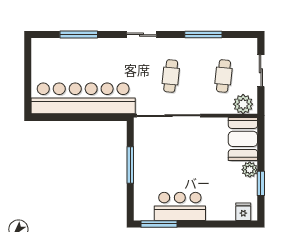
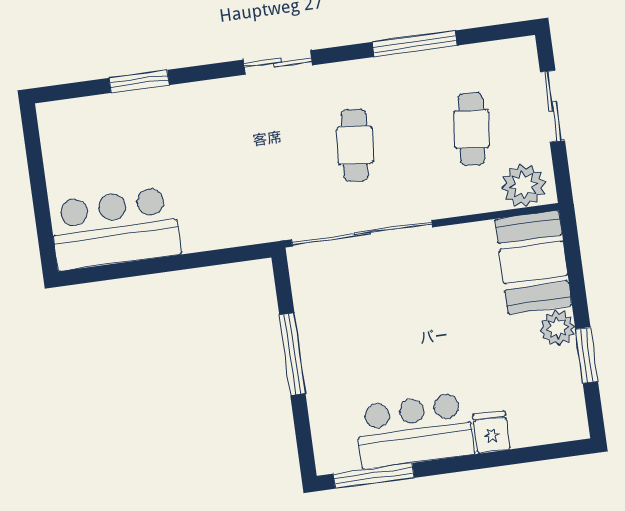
window: (79, 35) -> (139, 81), width x0.69
bar counter: (83, 98) -> (115, 228), width x0.54
fridge: (243, 212) -> (491, 432), moved

